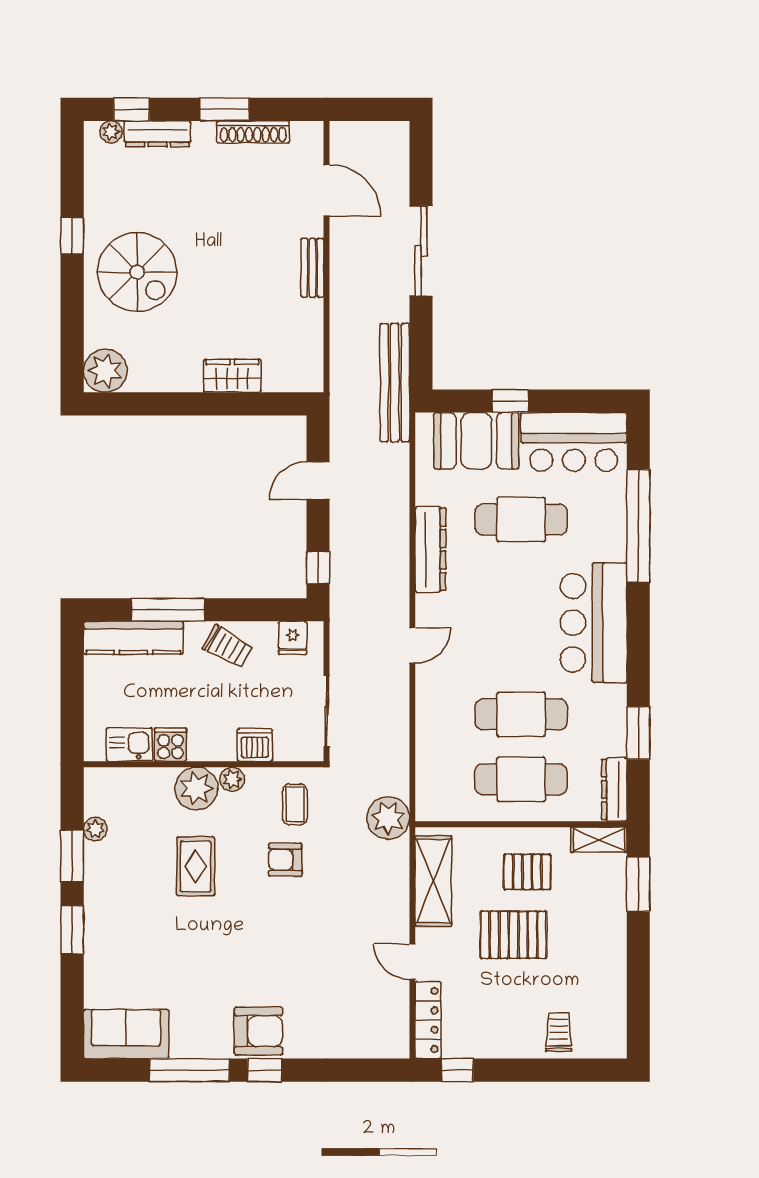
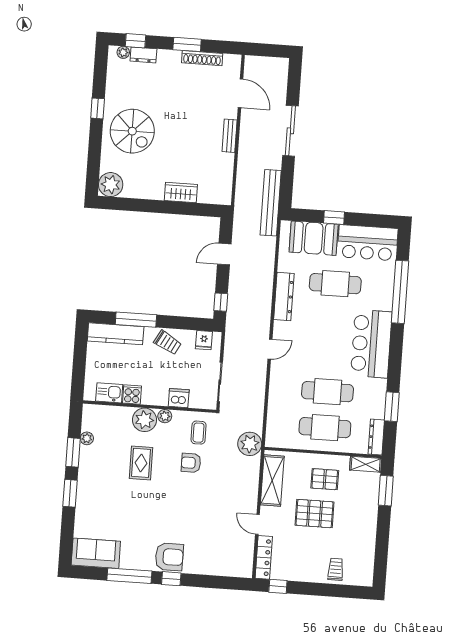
dresser: (158, 134) -> (143, 55), width x0.70

